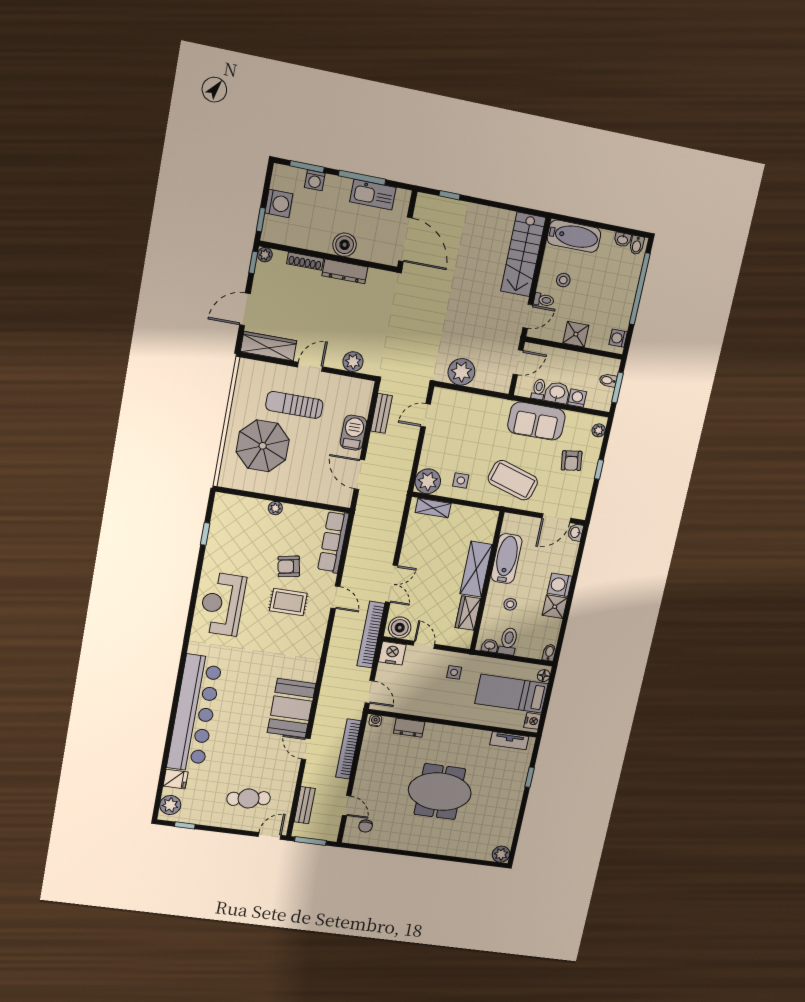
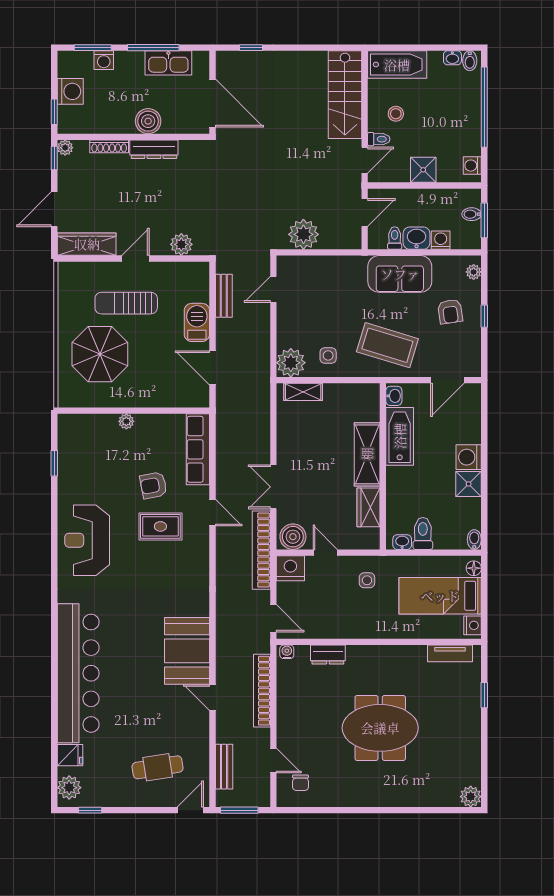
washbasin: (575, 532) -> (394, 396), moved, turned 180
double door: (392, 584) -> (273, 487), swing flipped
stool: (510, 604) -> (416, 489), removed

